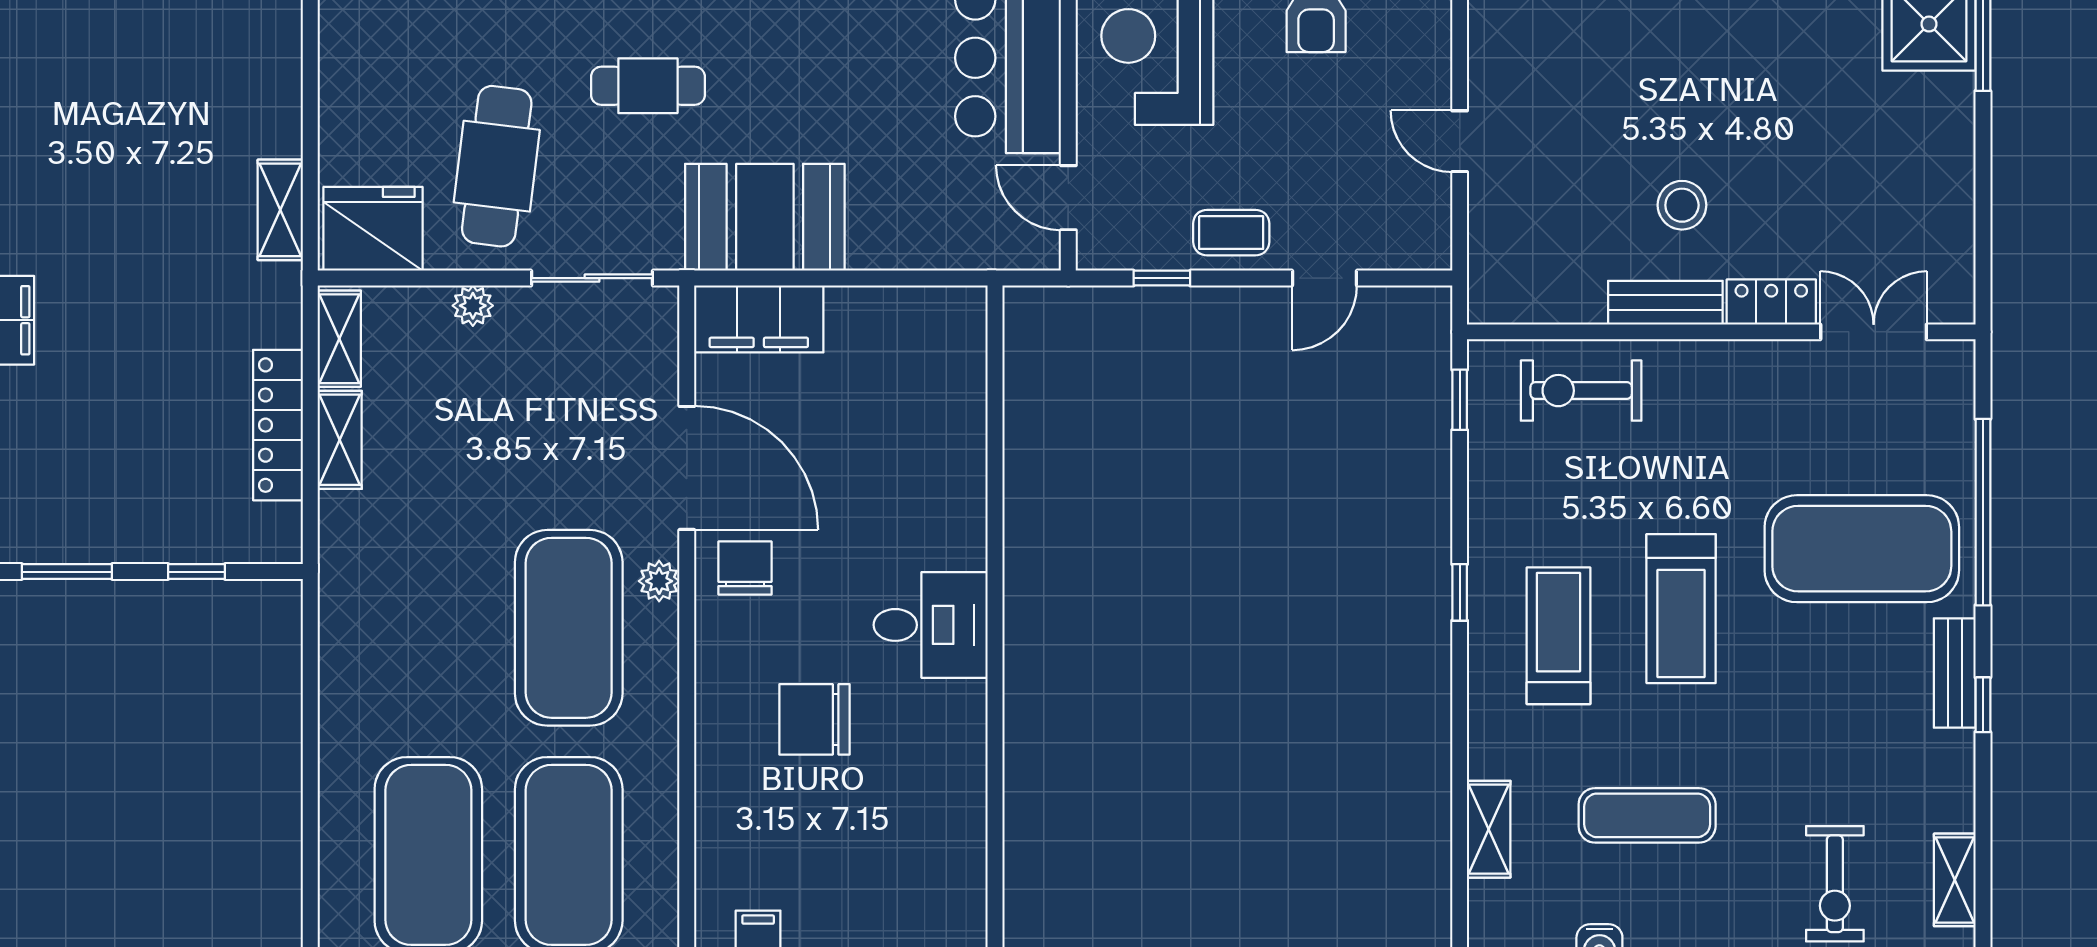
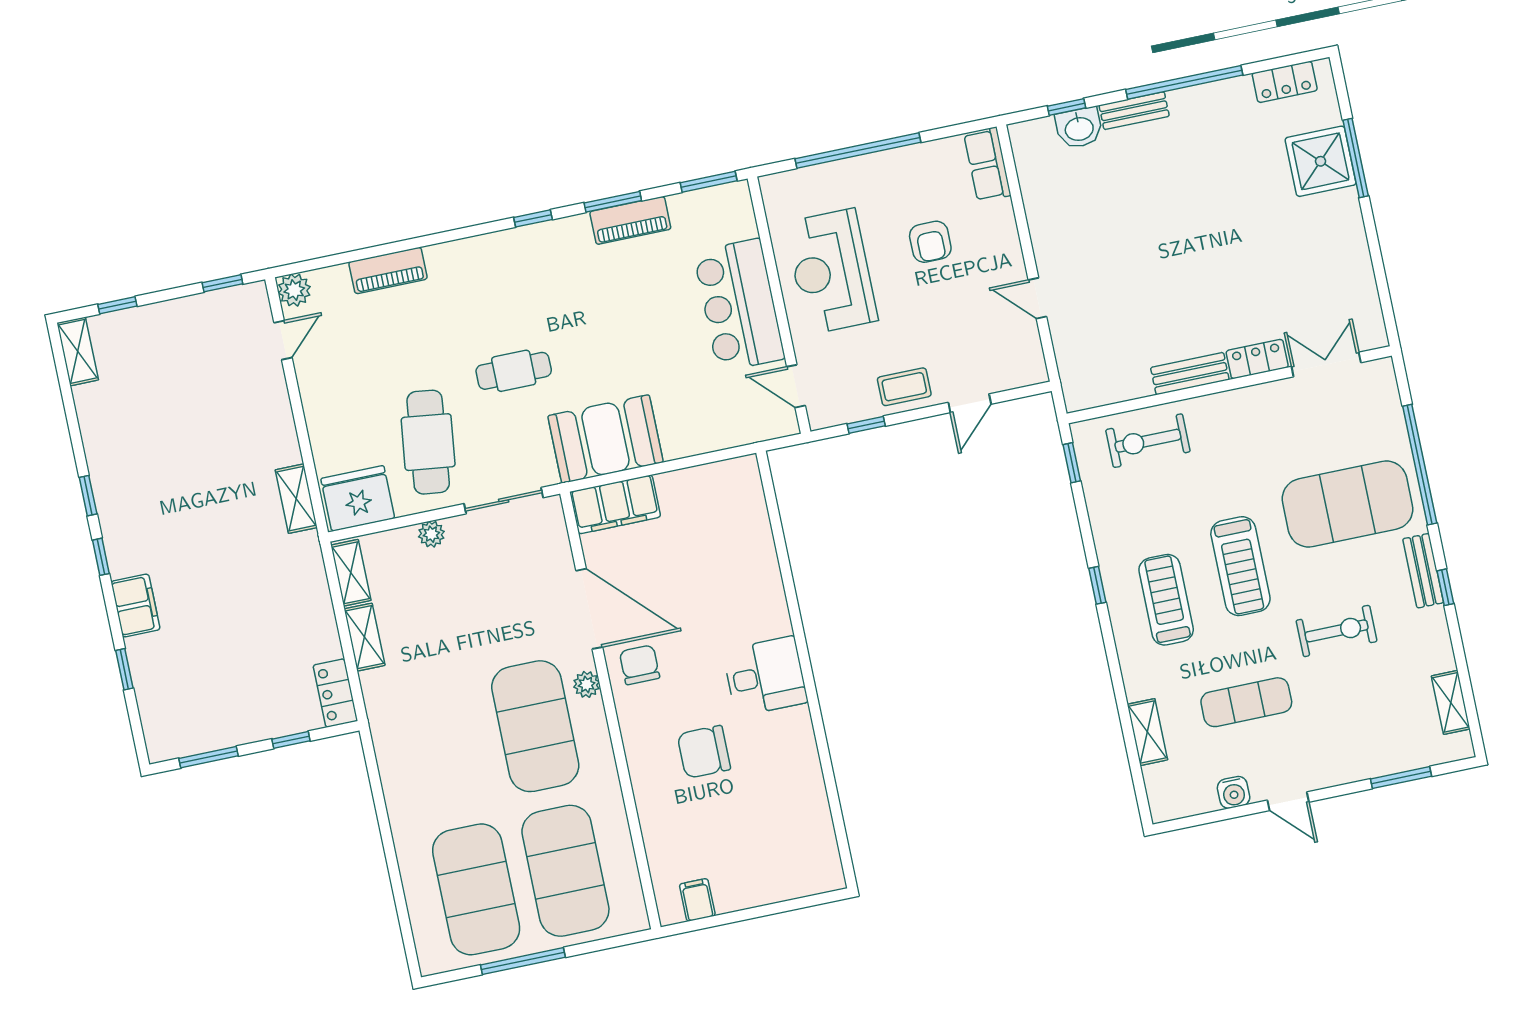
stool: (1682, 205) -> (1187, 309), removed
locker: (278, 425) -> (335, 693), moved, width x0.66
exercise bike: (1835, 884) -> (1337, 631), moved, turned -90

